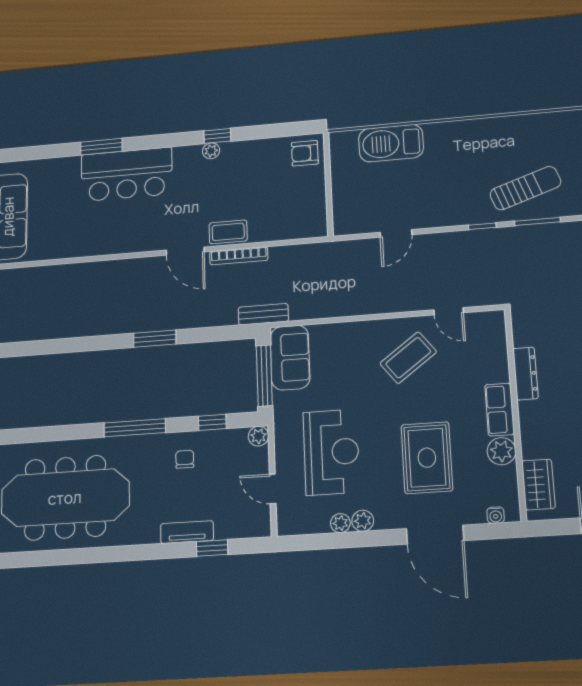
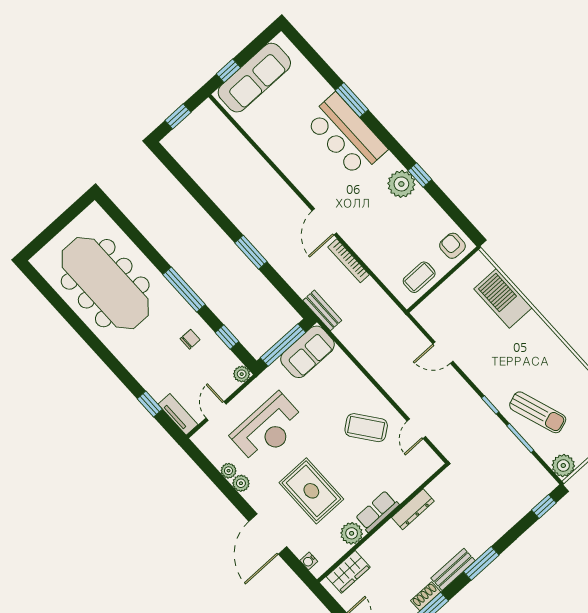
plant: (211, 151) -> (401, 184), width x1.88, depth x1.88
coffee table: (228, 232) -> (419, 277), moved, turned 90
rug: (427, 458) -> (311, 491), turned 90
tv unit: (187, 532) -> (178, 414), moved

